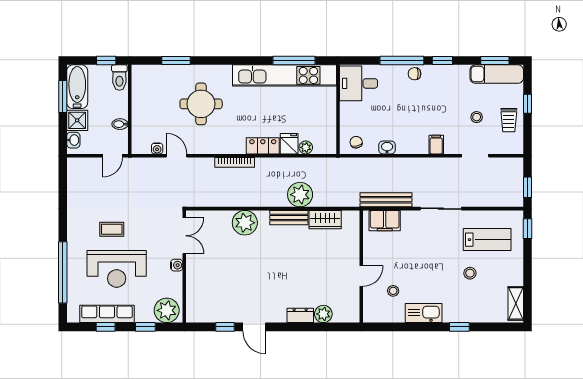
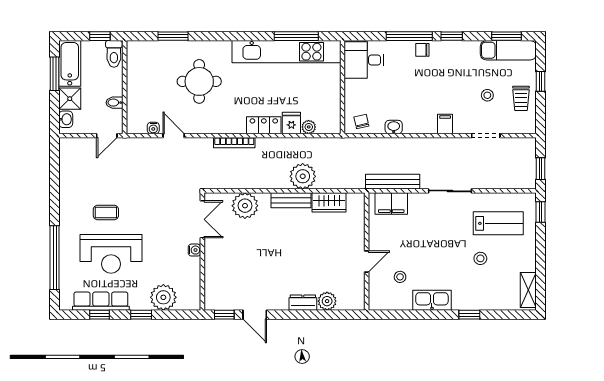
double door: (184, 236) -> (202, 219), moved
water cooler: (177, 265) -> (194, 250), moved
wall: (184, 267) -> (202, 251), moved

